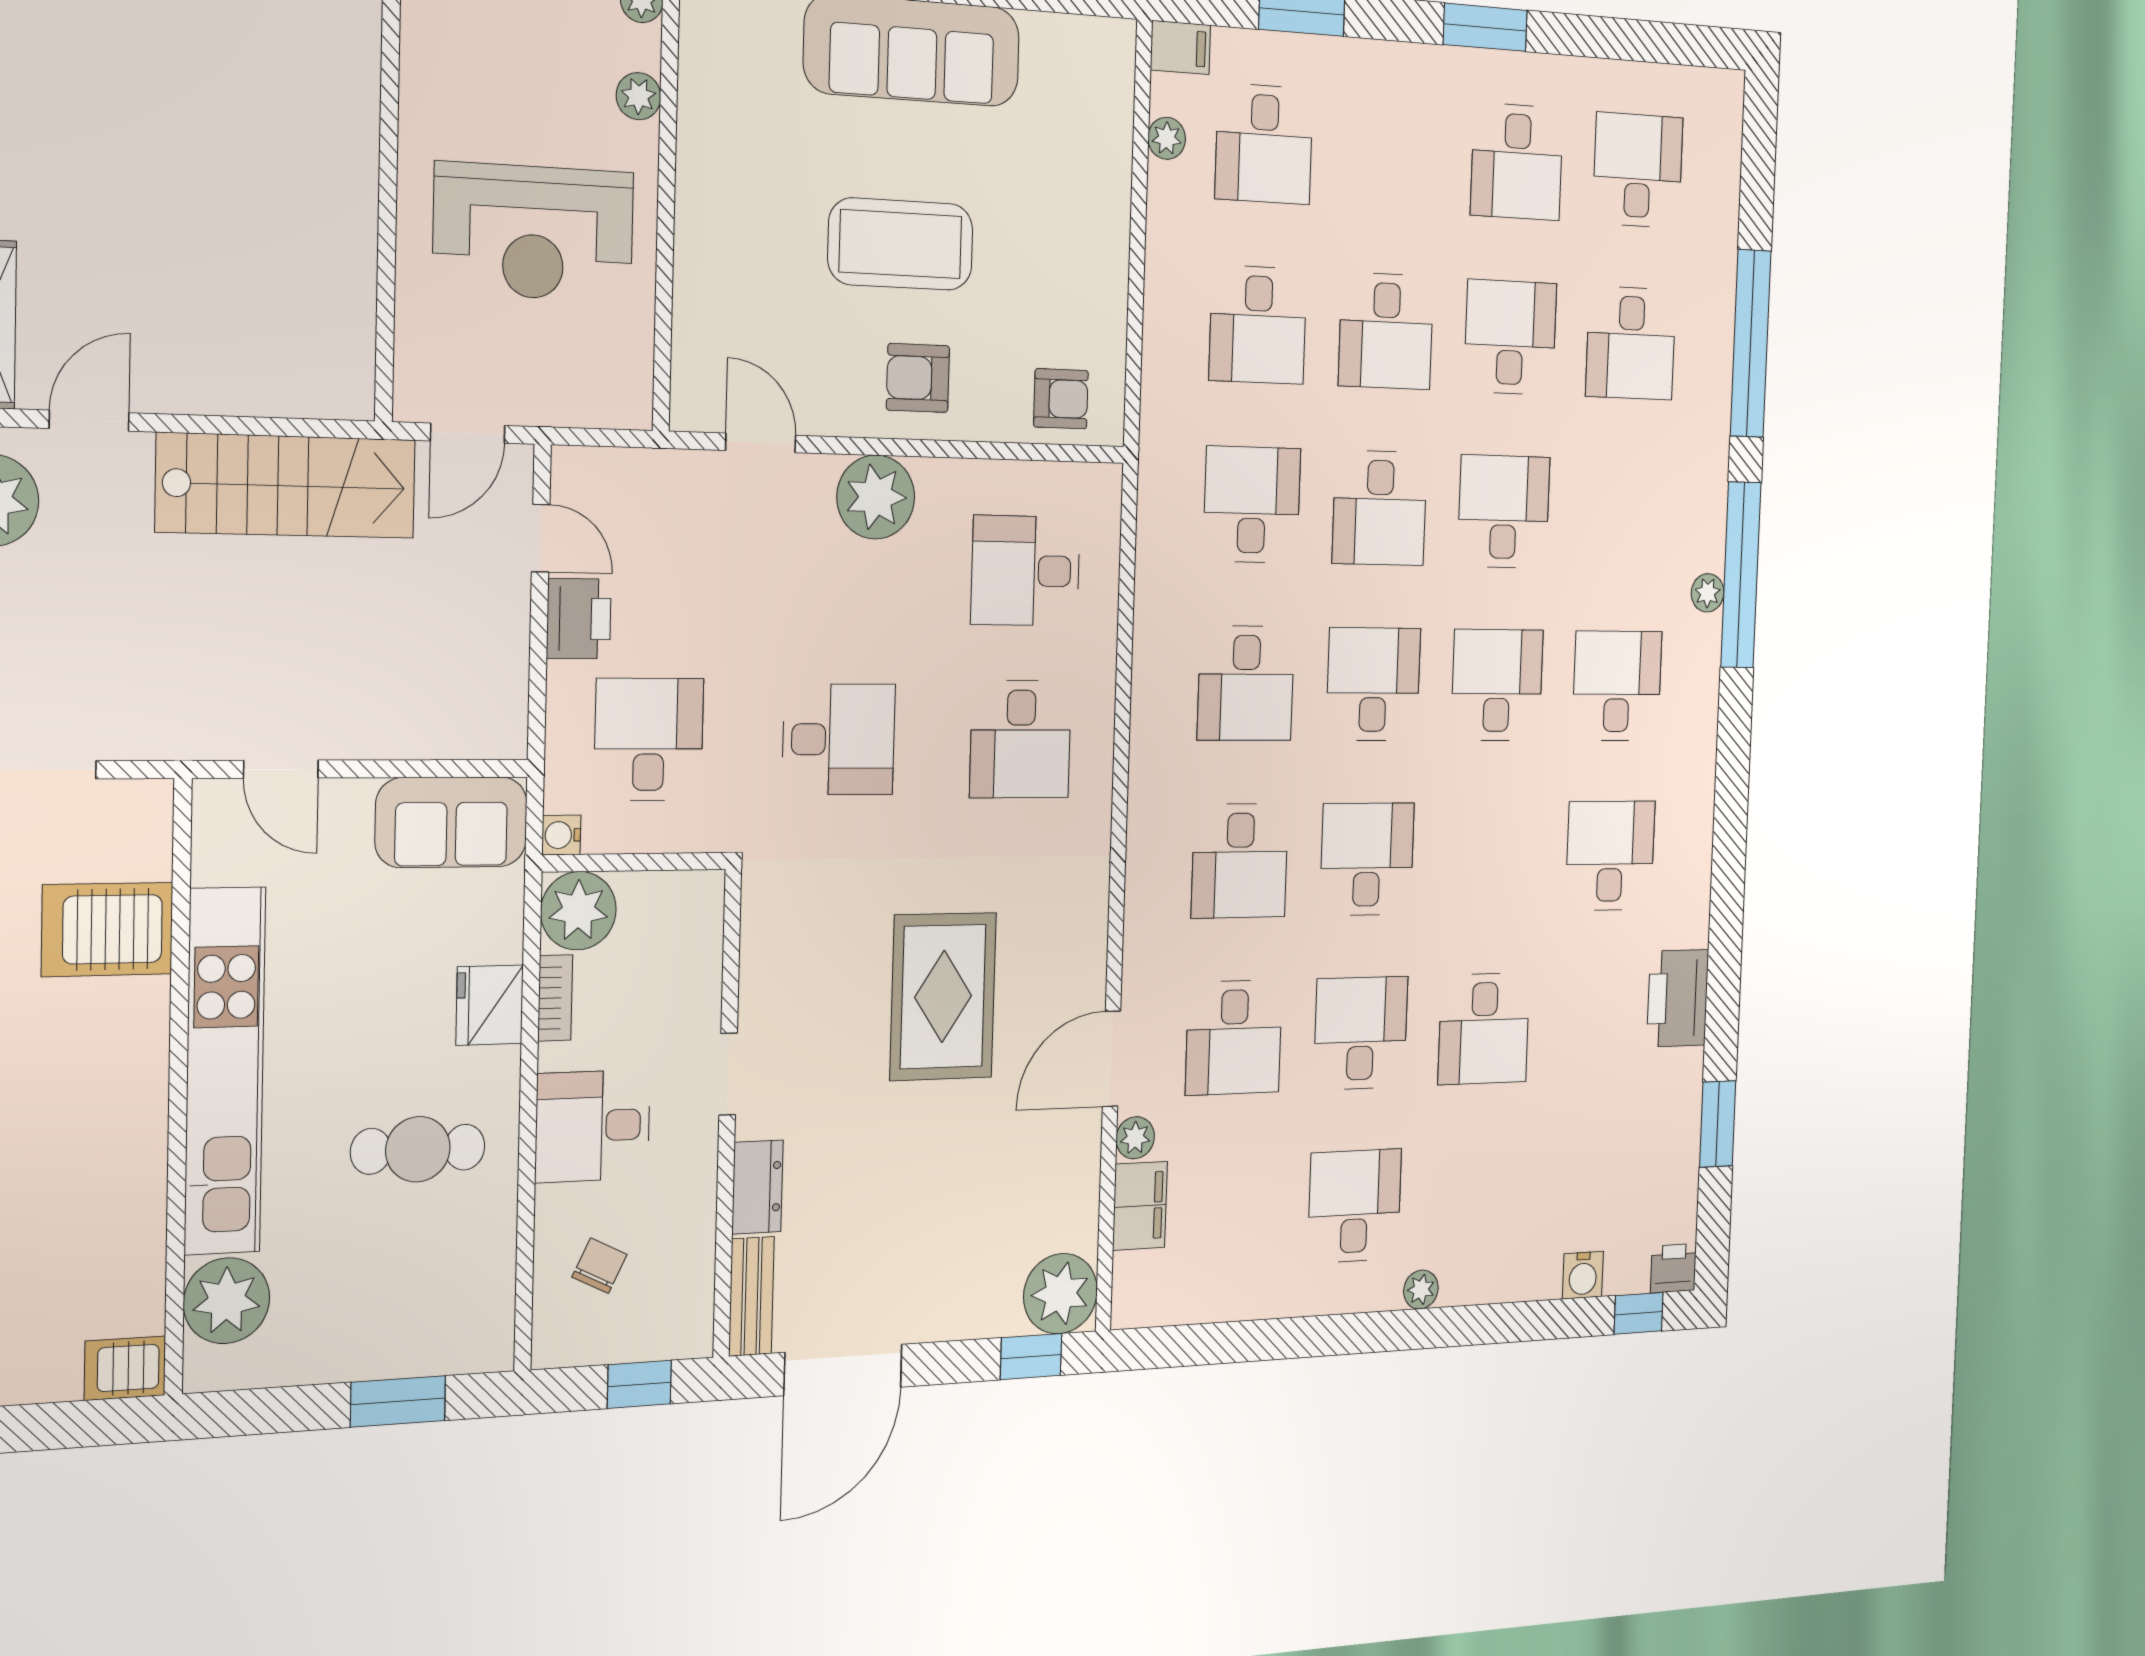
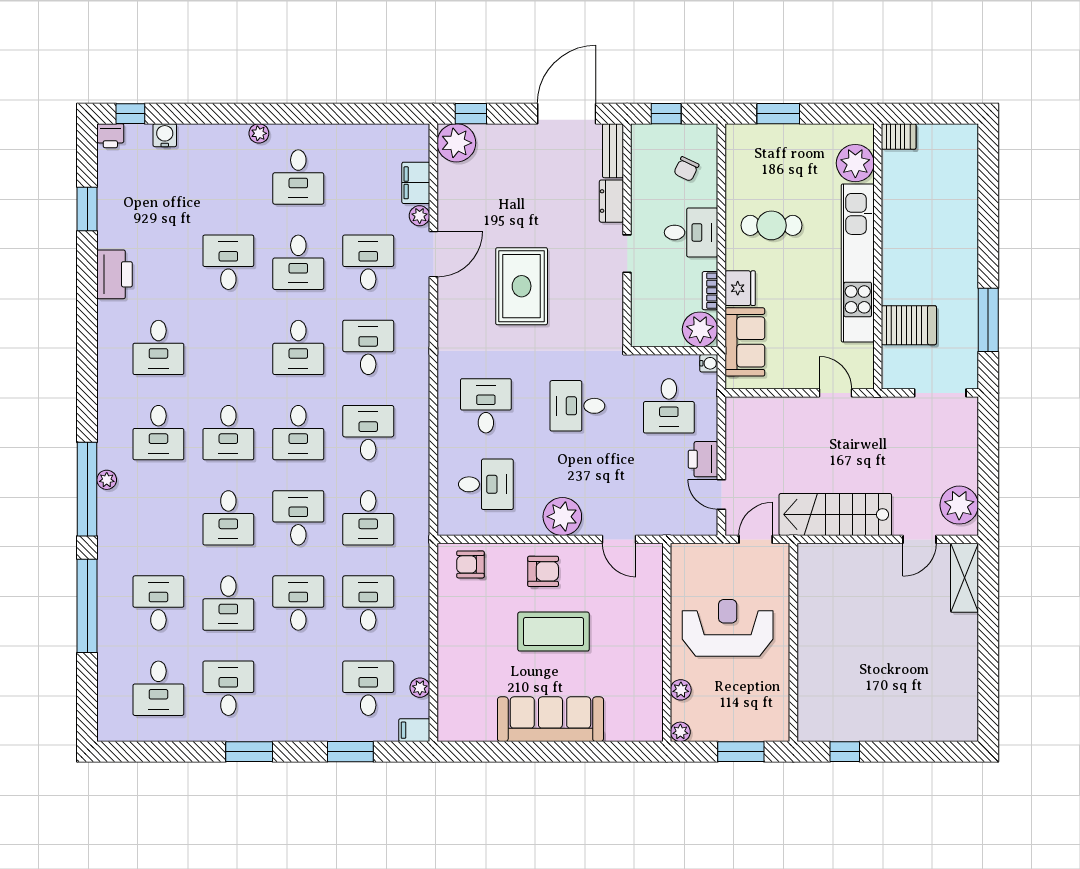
sofa: (451, 822) -> (745, 342), moved, turned 90

